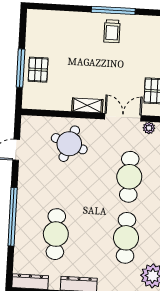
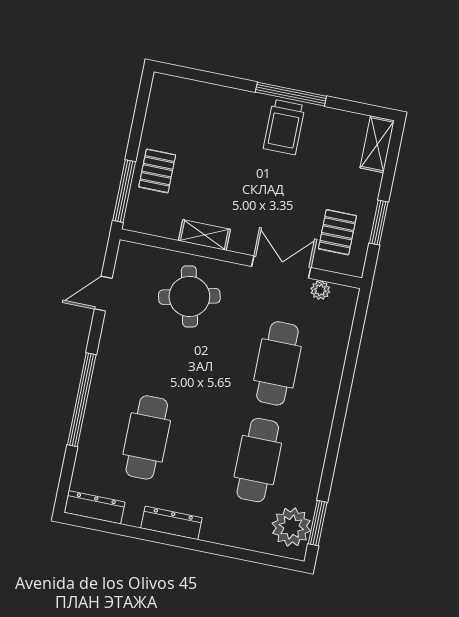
trolley: (112, 31) -> (284, 127), width x1.36, depth x1.39
window: (21, 68) -> (124, 191), moved
shelving: (87, 105) -> (204, 235), moved
round table: (69, 144) -> (189, 296), turned -33

